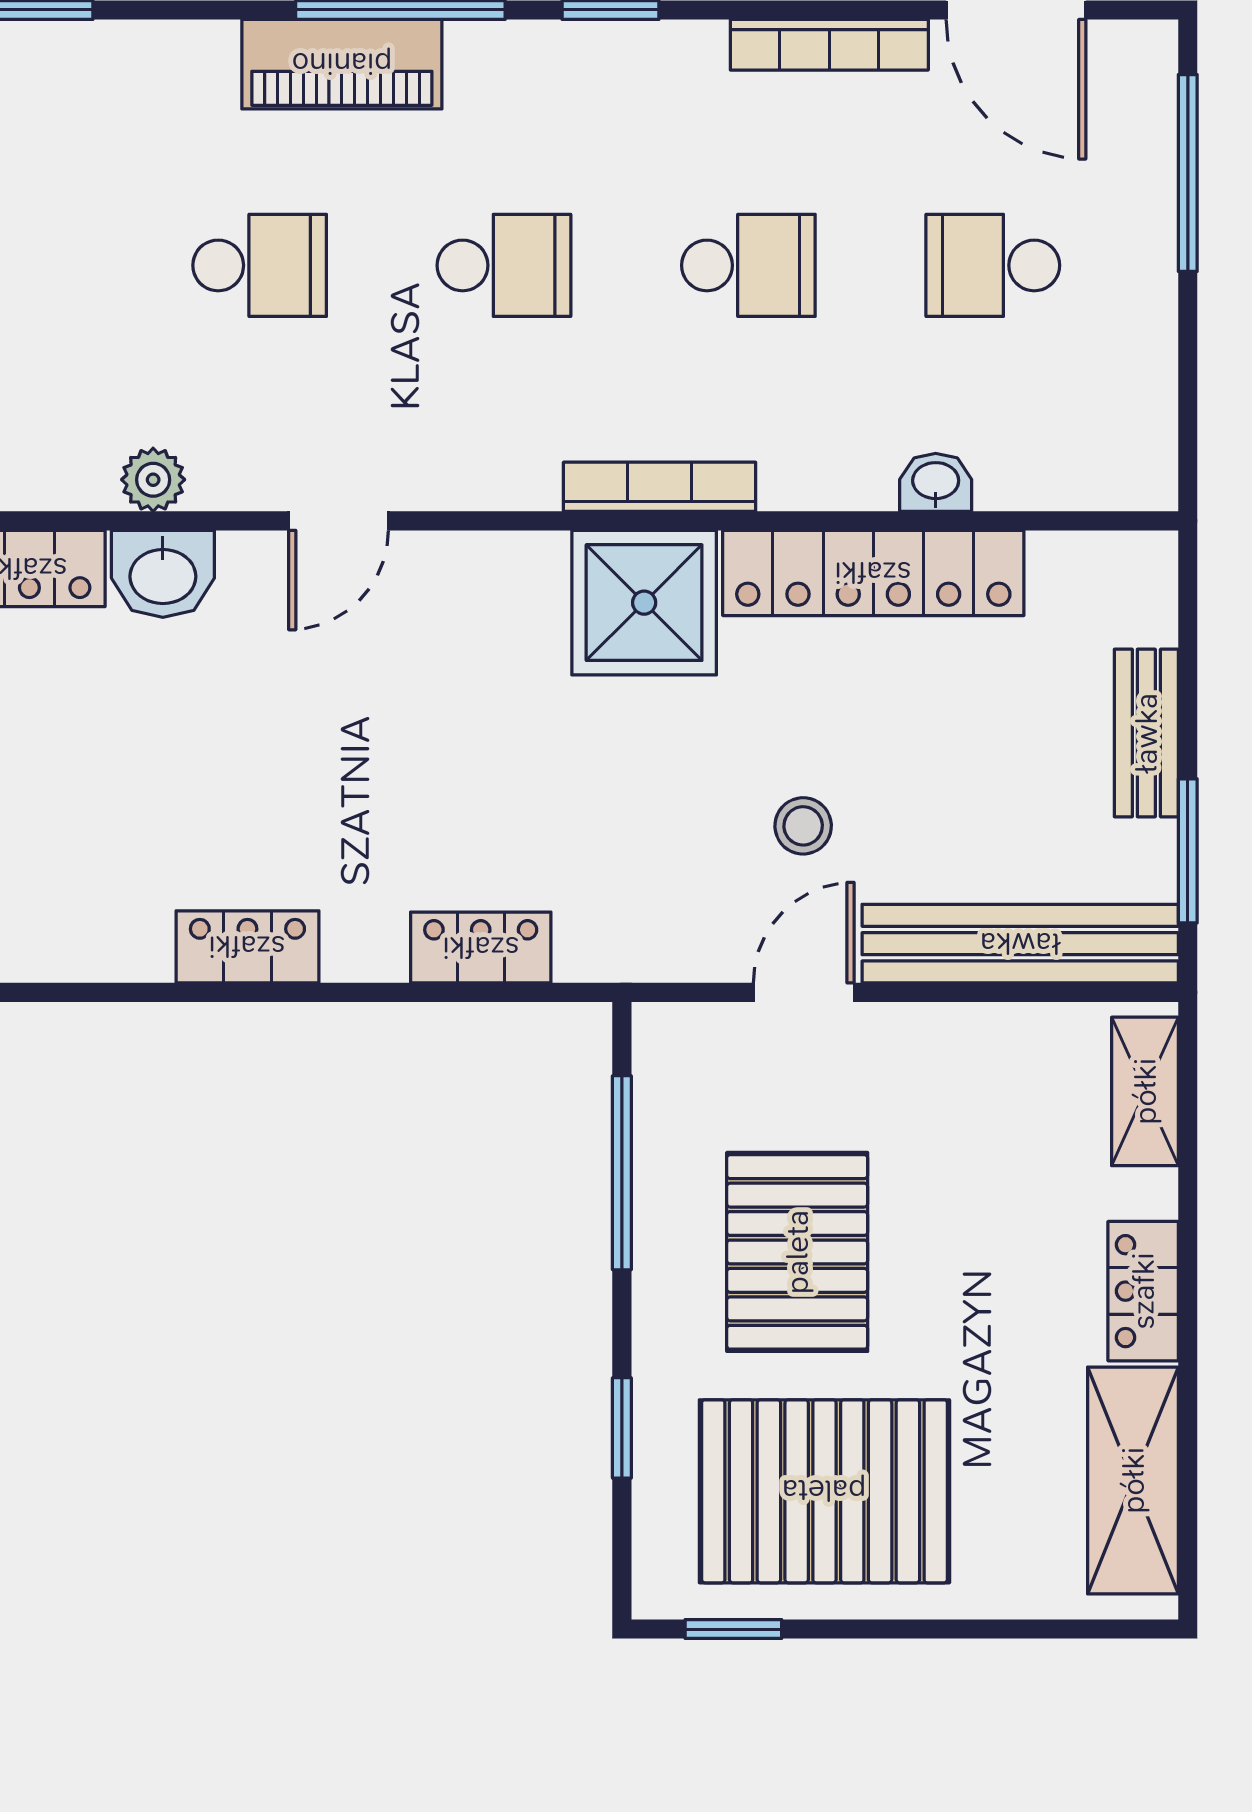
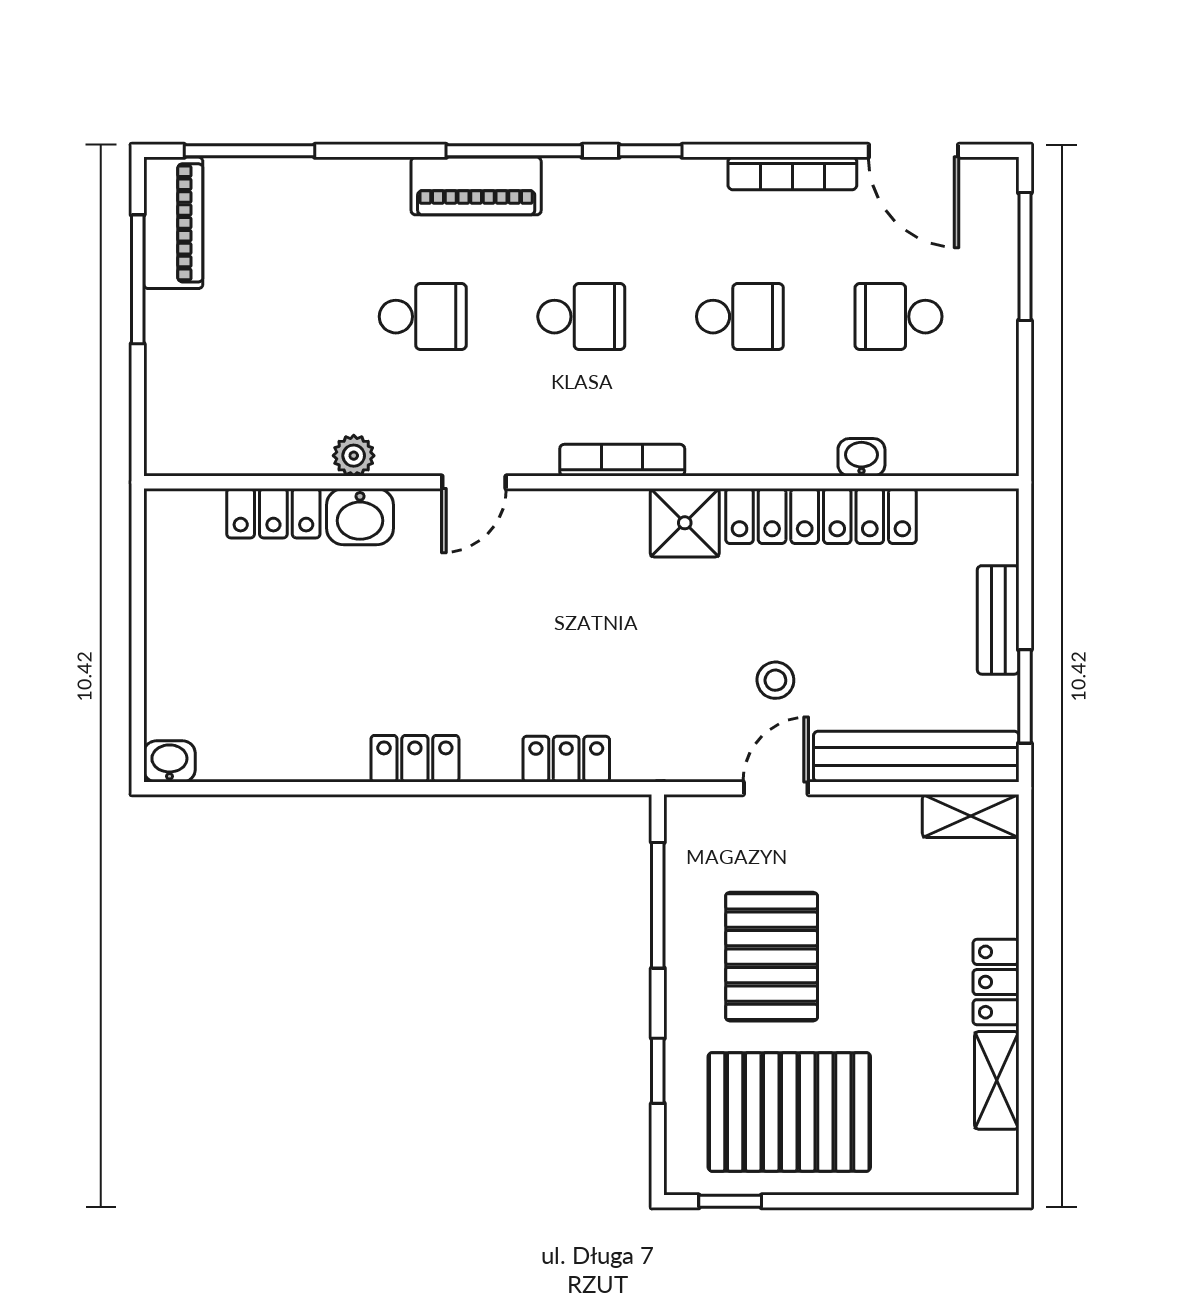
bookcase: (660, 487) -> (622, 460), moved
shower: (644, 603) -> (685, 523), width x0.73, depth x0.73
shelving: (1145, 1091) -> (971, 816), moved, turned 90
shelving: (1133, 1480) -> (997, 1080), width x0.67, depth x0.75

